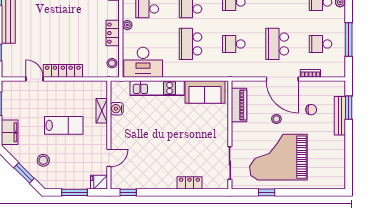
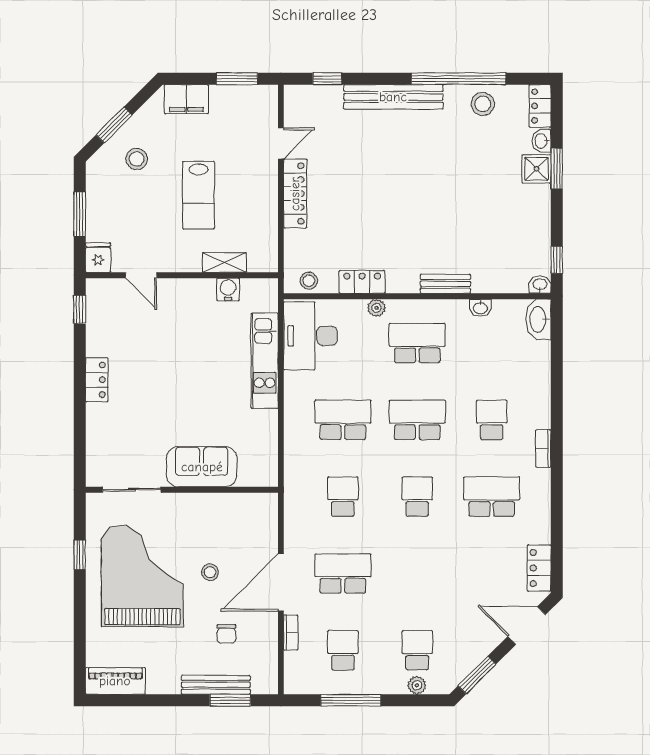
sofa: (205, 92) -> (202, 467), moved, turned 90
piano: (239, 105) -> (115, 681), moved, turned 180
locker: (189, 183) -> (97, 380), moved

